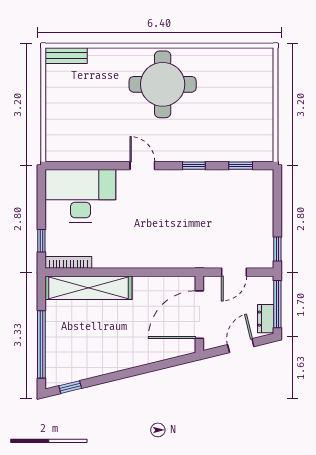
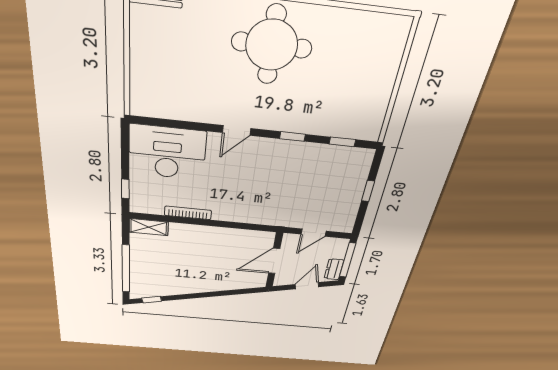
door: (142, 166) -> (237, 131), swing flipped
window: (277, 249) -> (368, 191), moved
bookcase: (68, 262) -> (188, 213), moved
shelving: (89, 288) -> (149, 227), width x0.45, depth x0.75
door: (199, 315) -> (274, 261), width x0.73

